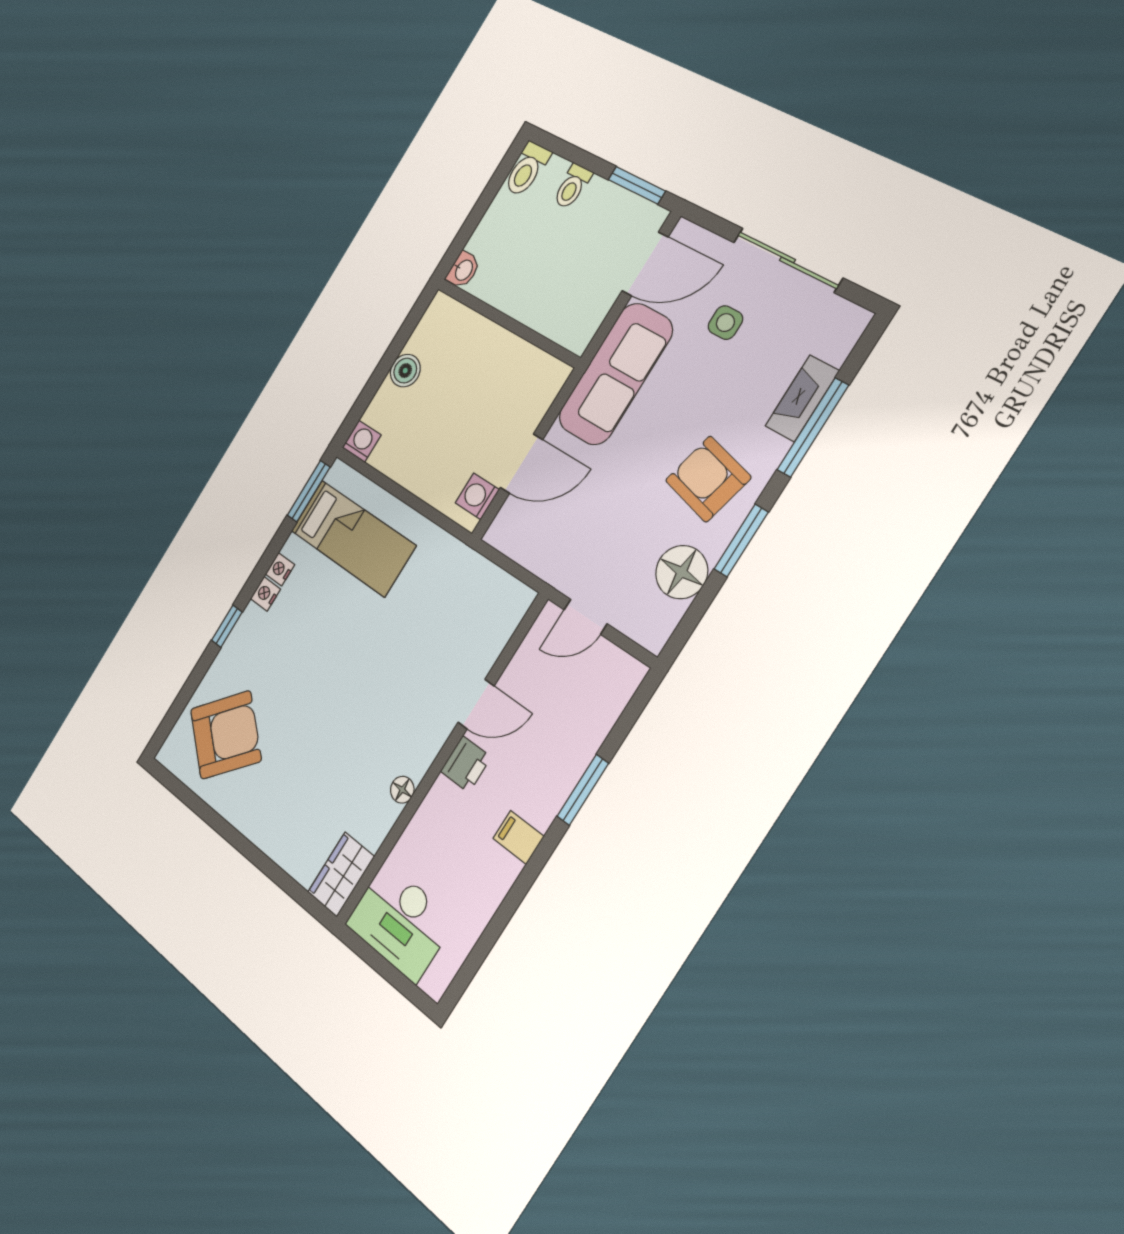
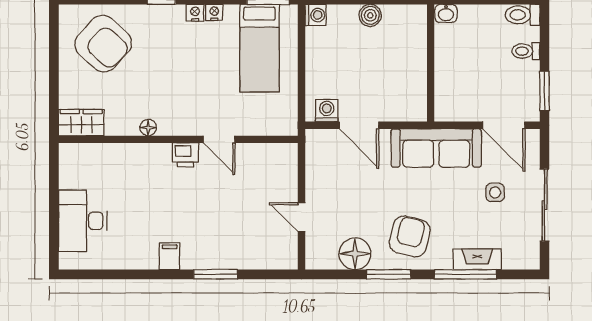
door: (476, 704) -> (219, 139), moved
wall: (441, 760) -> (178, 139), moved
printer: (466, 764) -> (185, 155), moved
floor lamp: (402, 790) -> (148, 128), moved
wardrobe: (341, 874) -> (81, 123), moved

